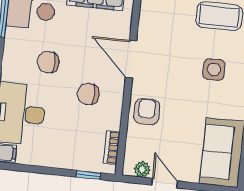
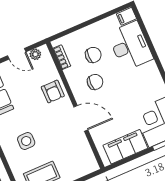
chair: (48, 62) -> (93, 55), moved
window: (88, 175) -> (67, 32), removed

